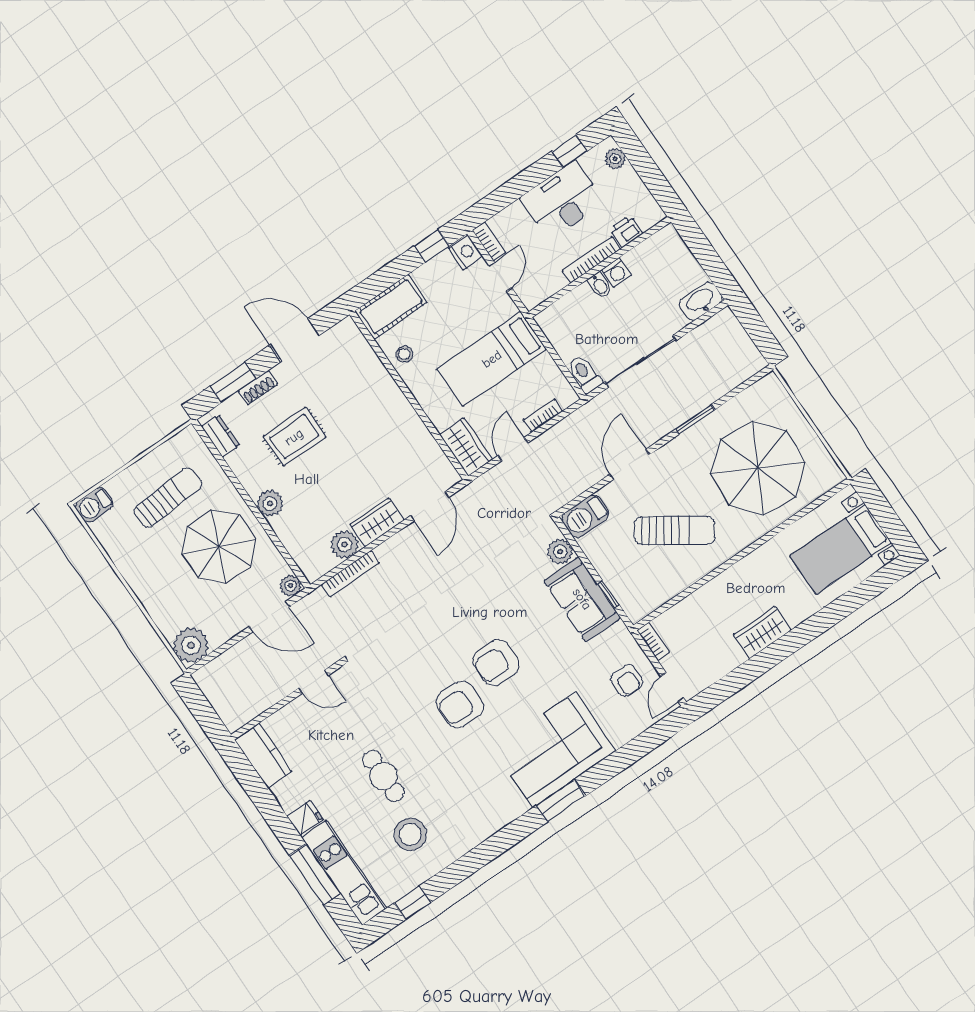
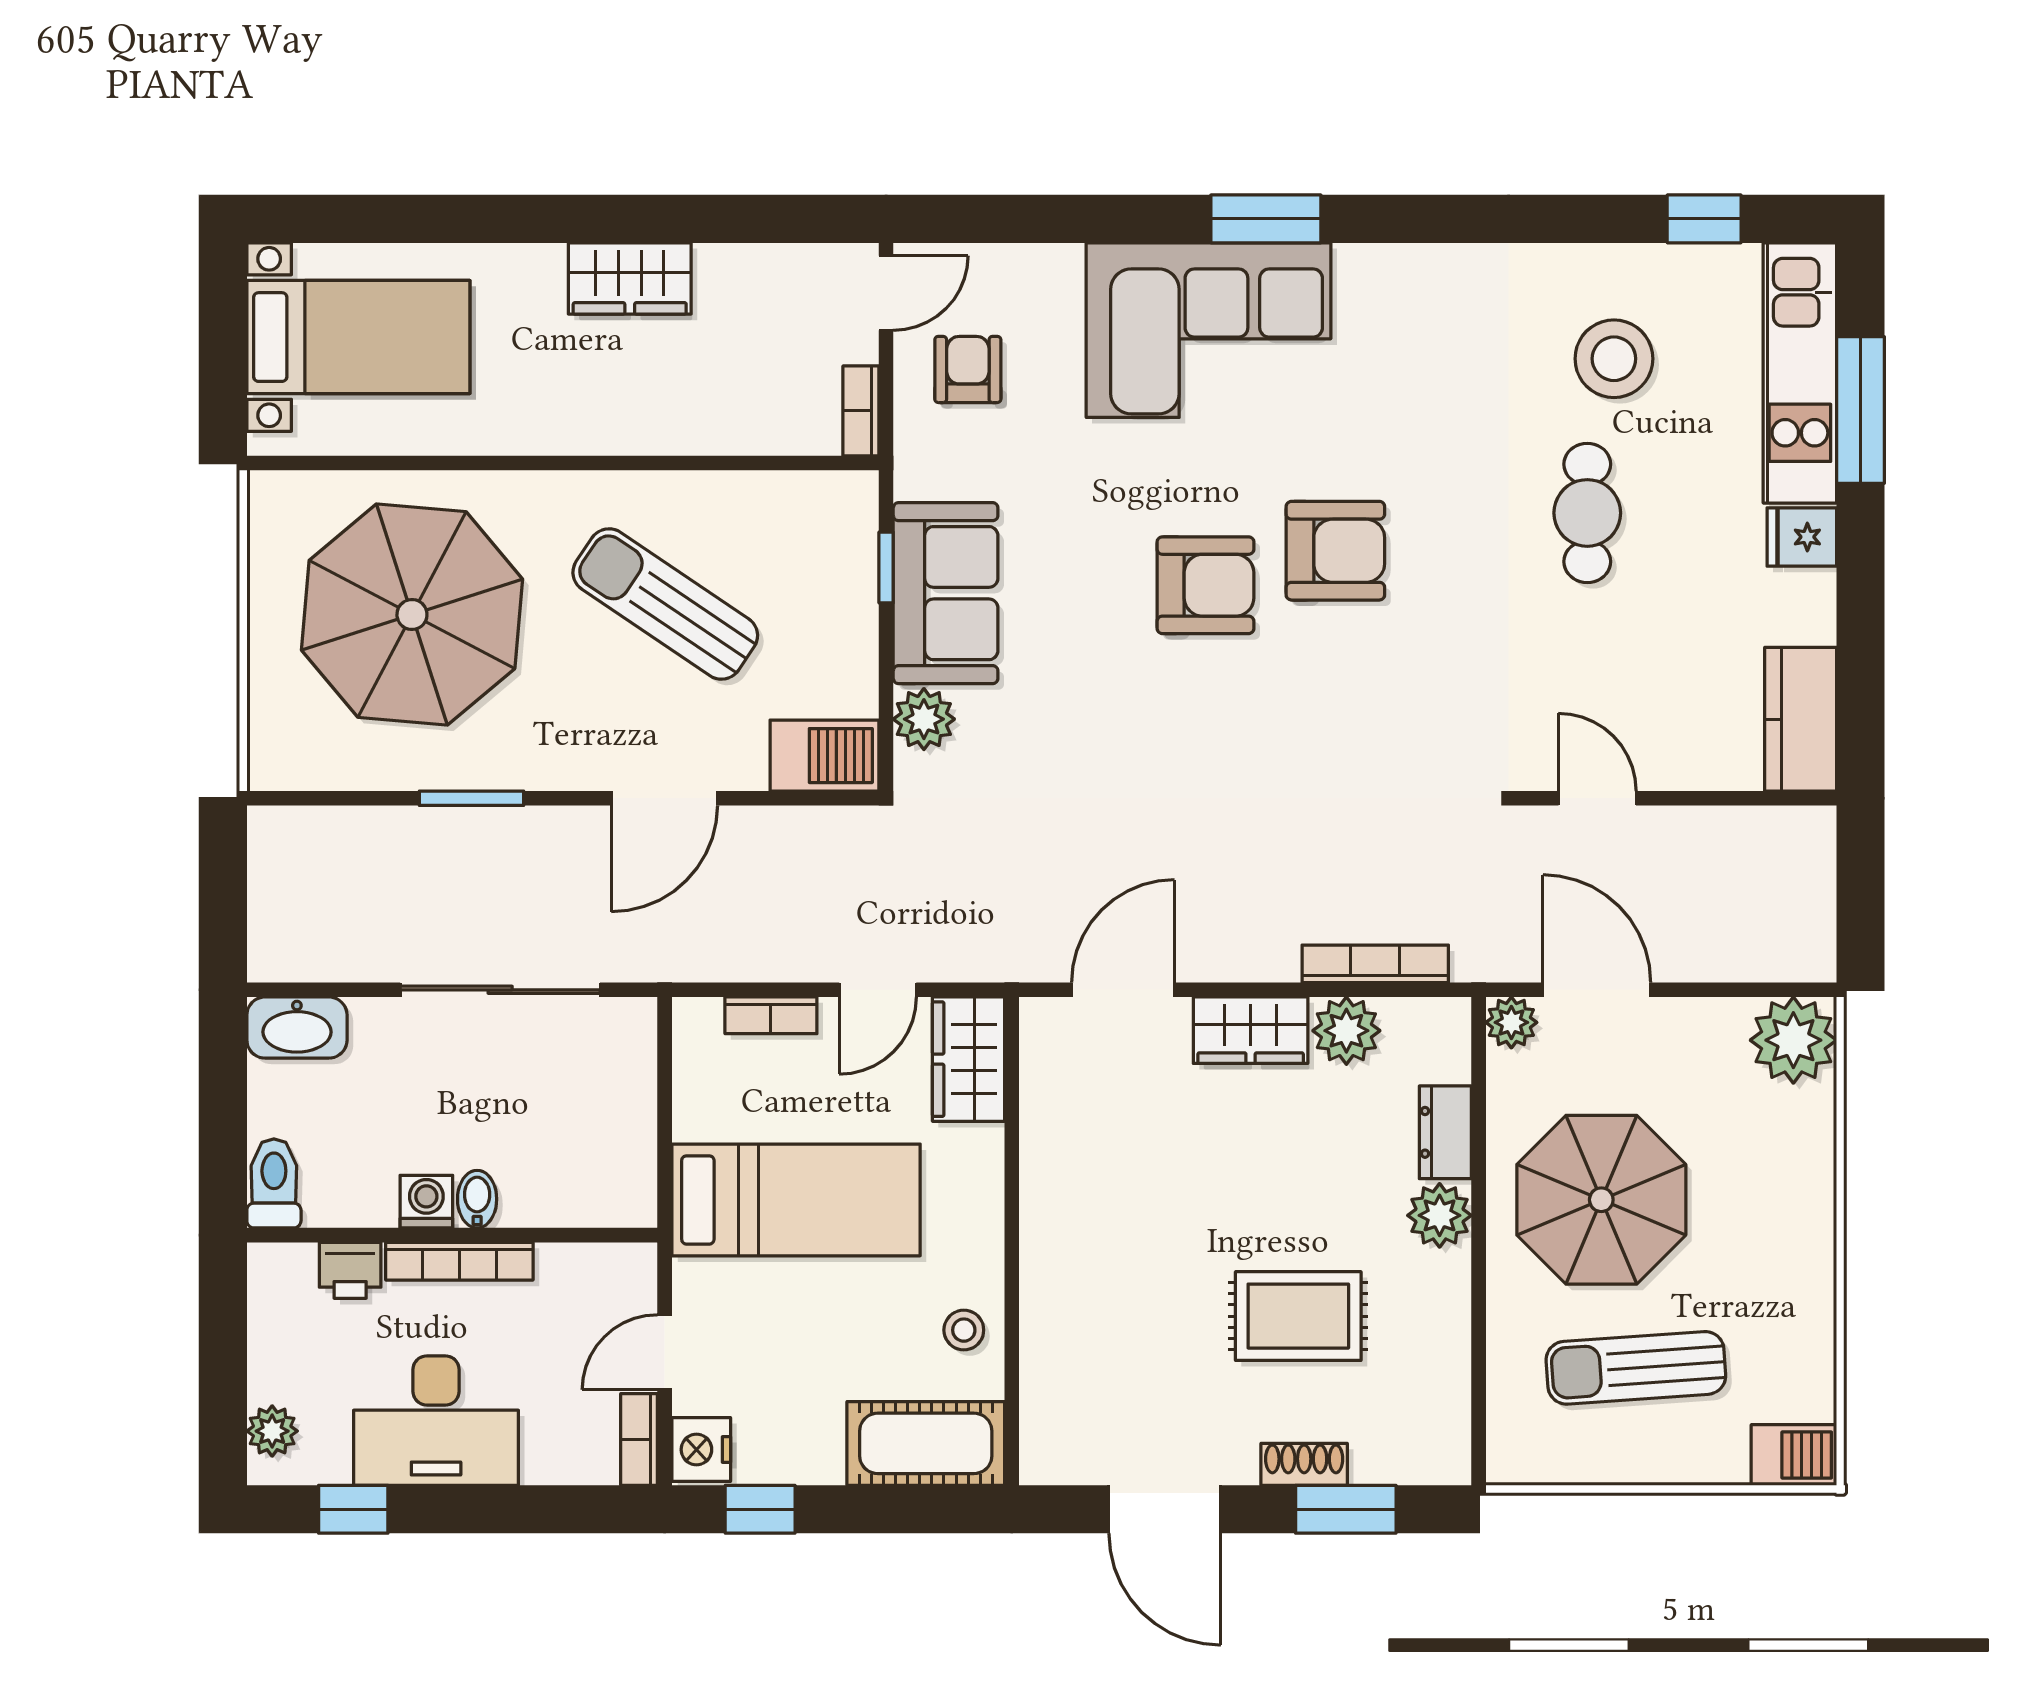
toilet: (585, 374) -> (274, 1183), moved, turned 180
dresser: (221, 436) -> (1445, 1132), moved

